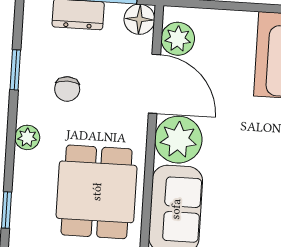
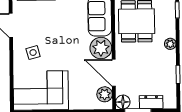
chair: (67, 89) -> (154, 67), removed

